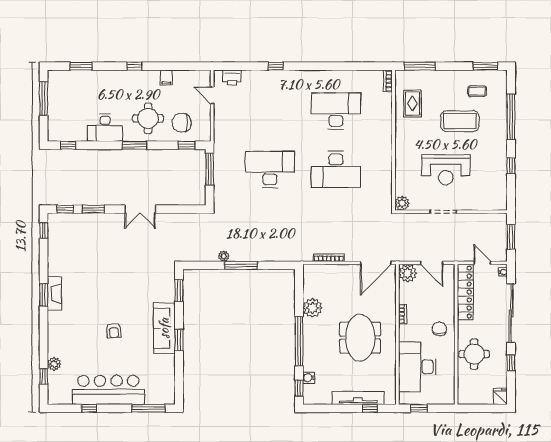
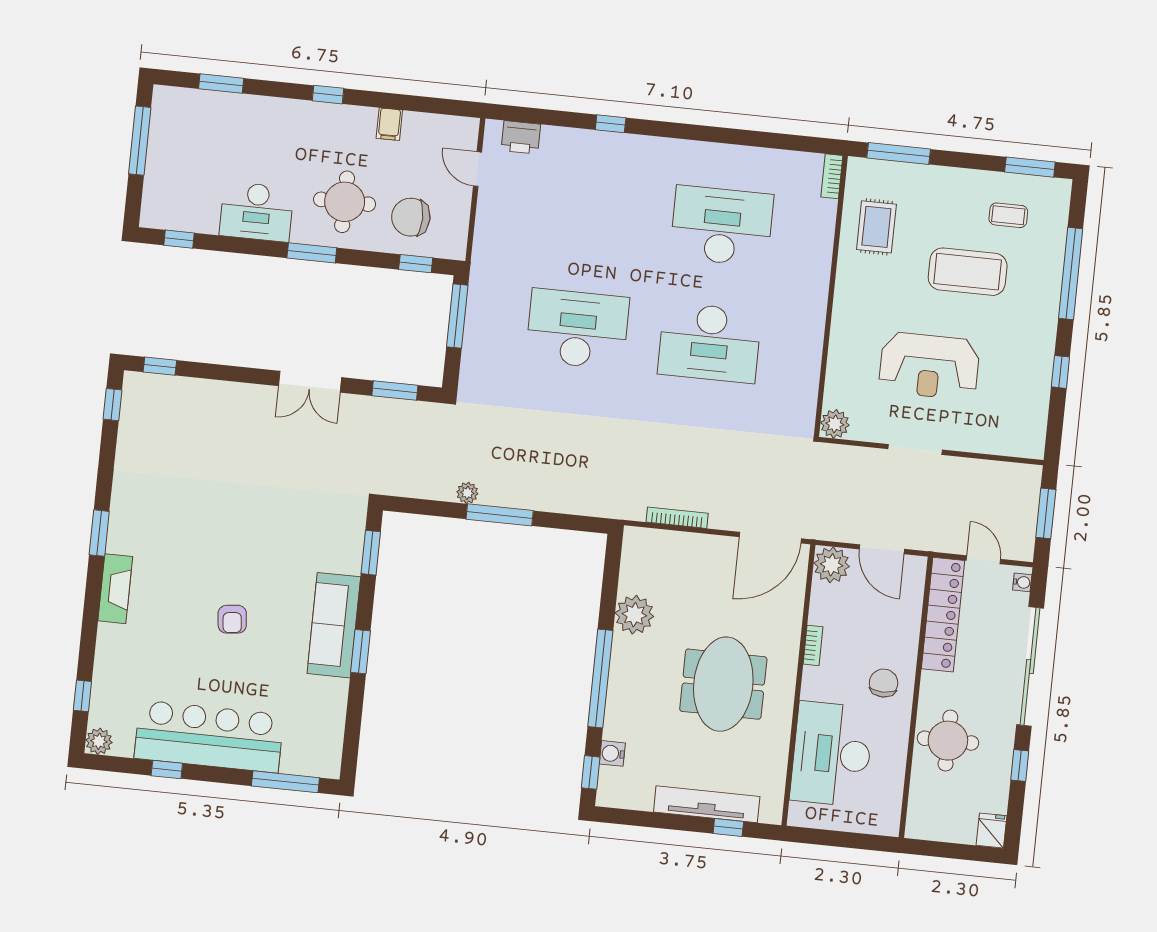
window: (93, 209) -> (395, 390), moved
fireplace: (54, 294) -> (115, 589), moved
plant: (54, 364) -> (99, 741), moved
window: (419, 408) -> (826, 838), removed

